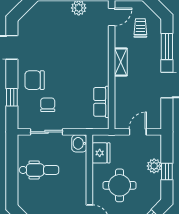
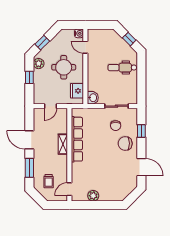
shelving: (121, 62) -> (63, 144), moved
chair: (35, 80) -> (125, 143), turned 180
row of seats: (101, 102) -> (77, 139), width x2.02
plant: (154, 166) -> (39, 64), moved
dental chair: (39, 170) -> (122, 68), moved

